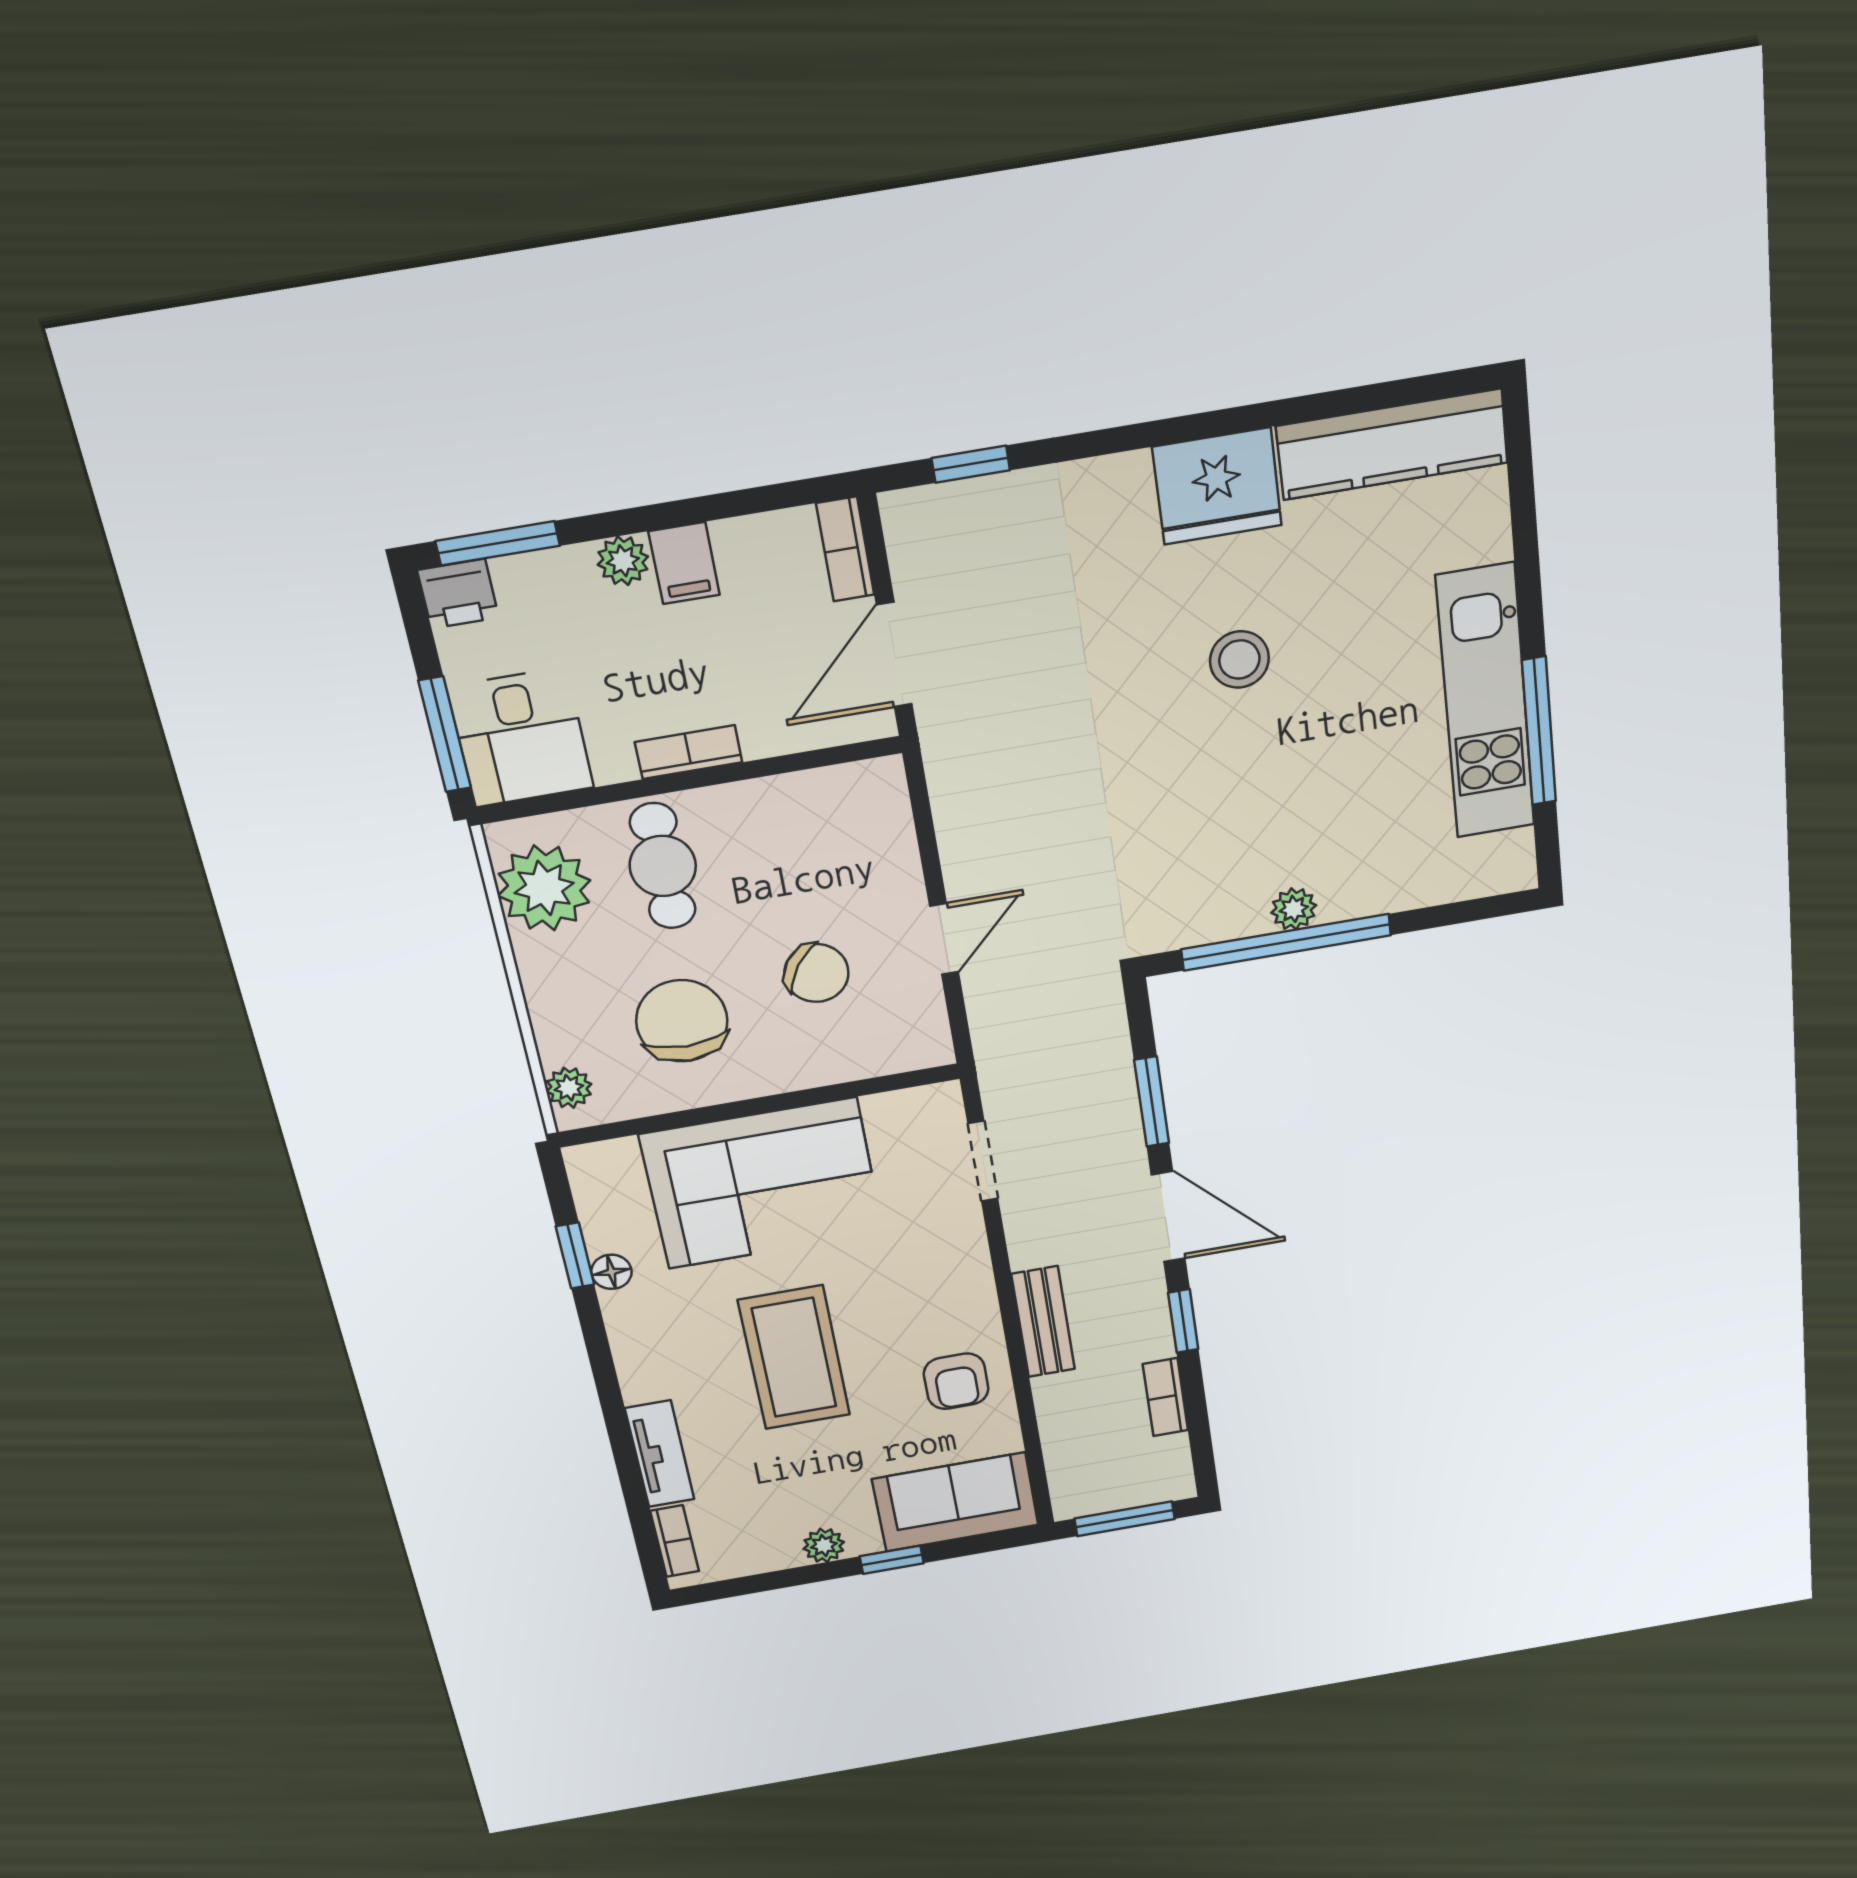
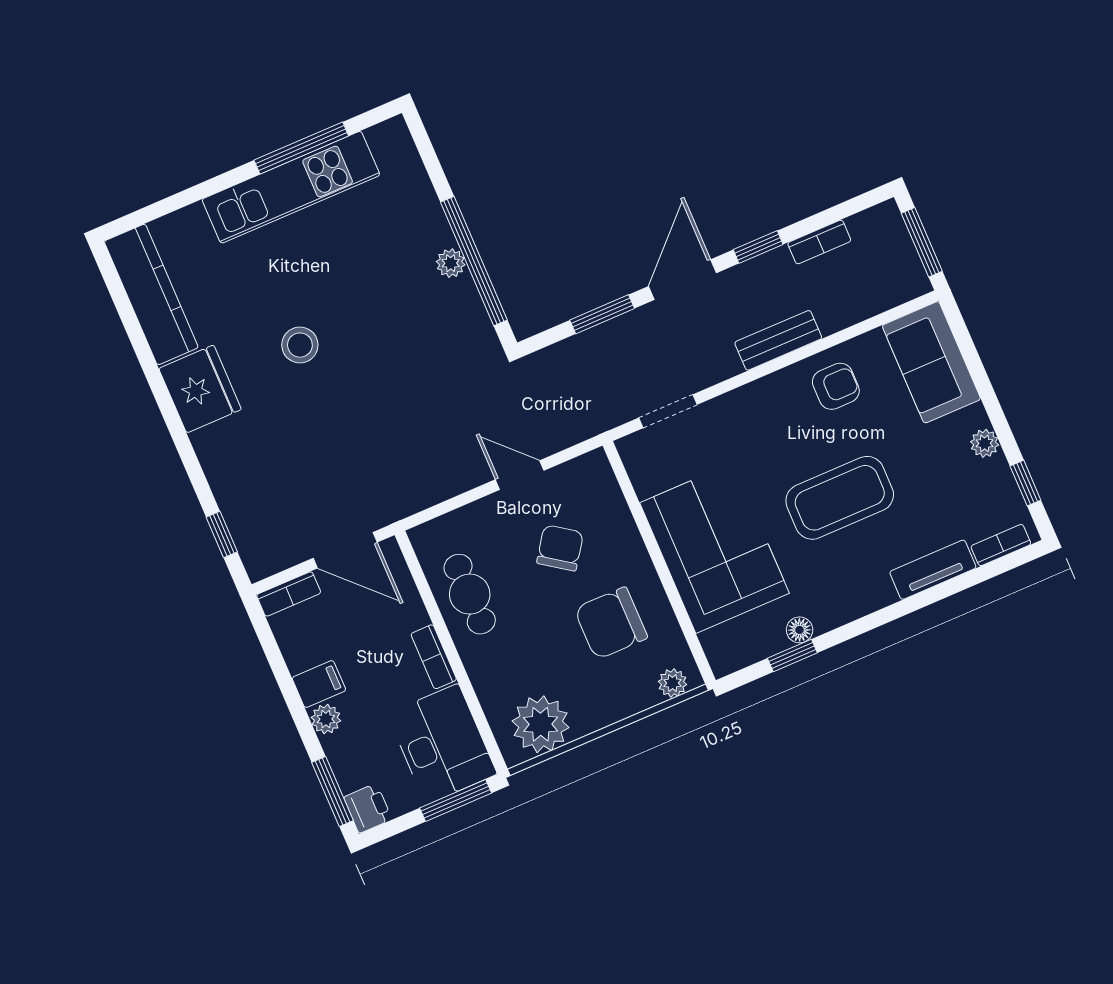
desk: (521, 738) -> (442, 744), width x1.37
cafe table: (663, 866) -> (470, 594), moved, turned 90
window: (892, 1560) -> (1025, 483), moved

